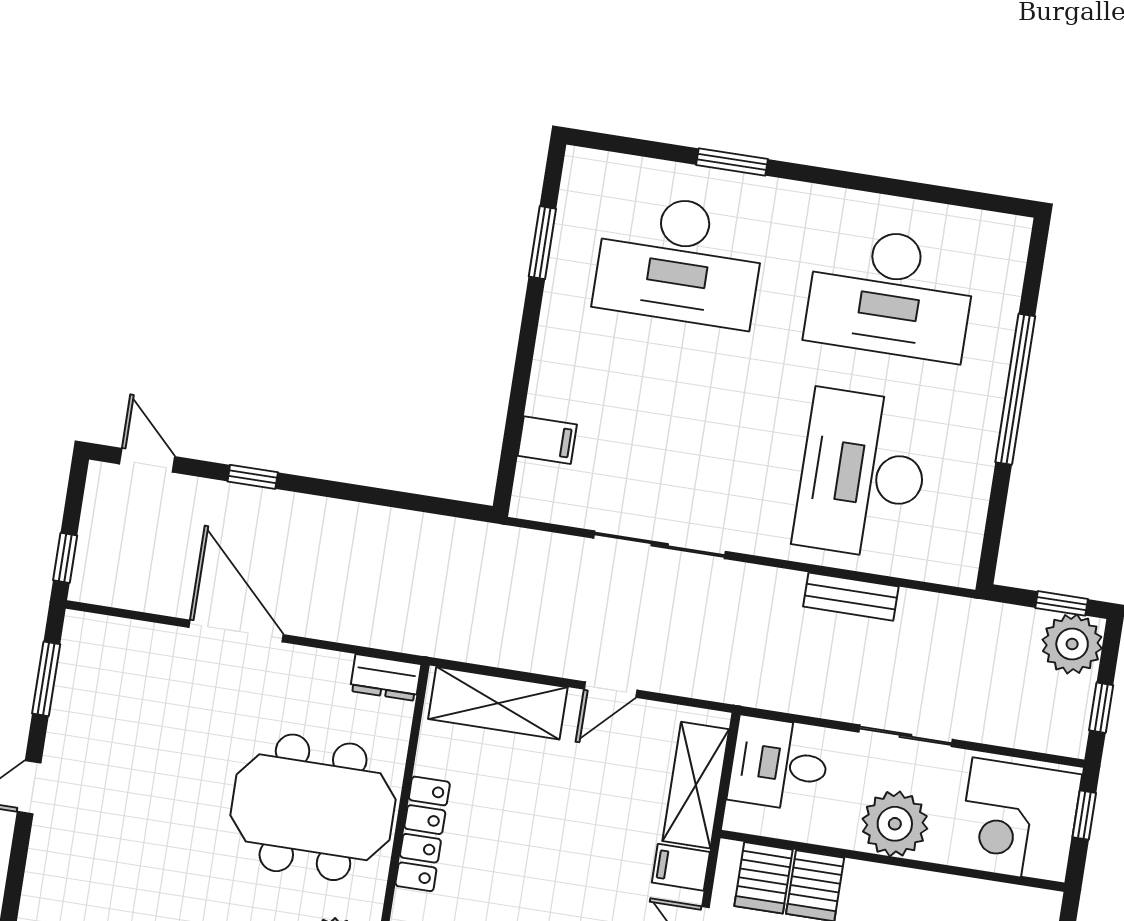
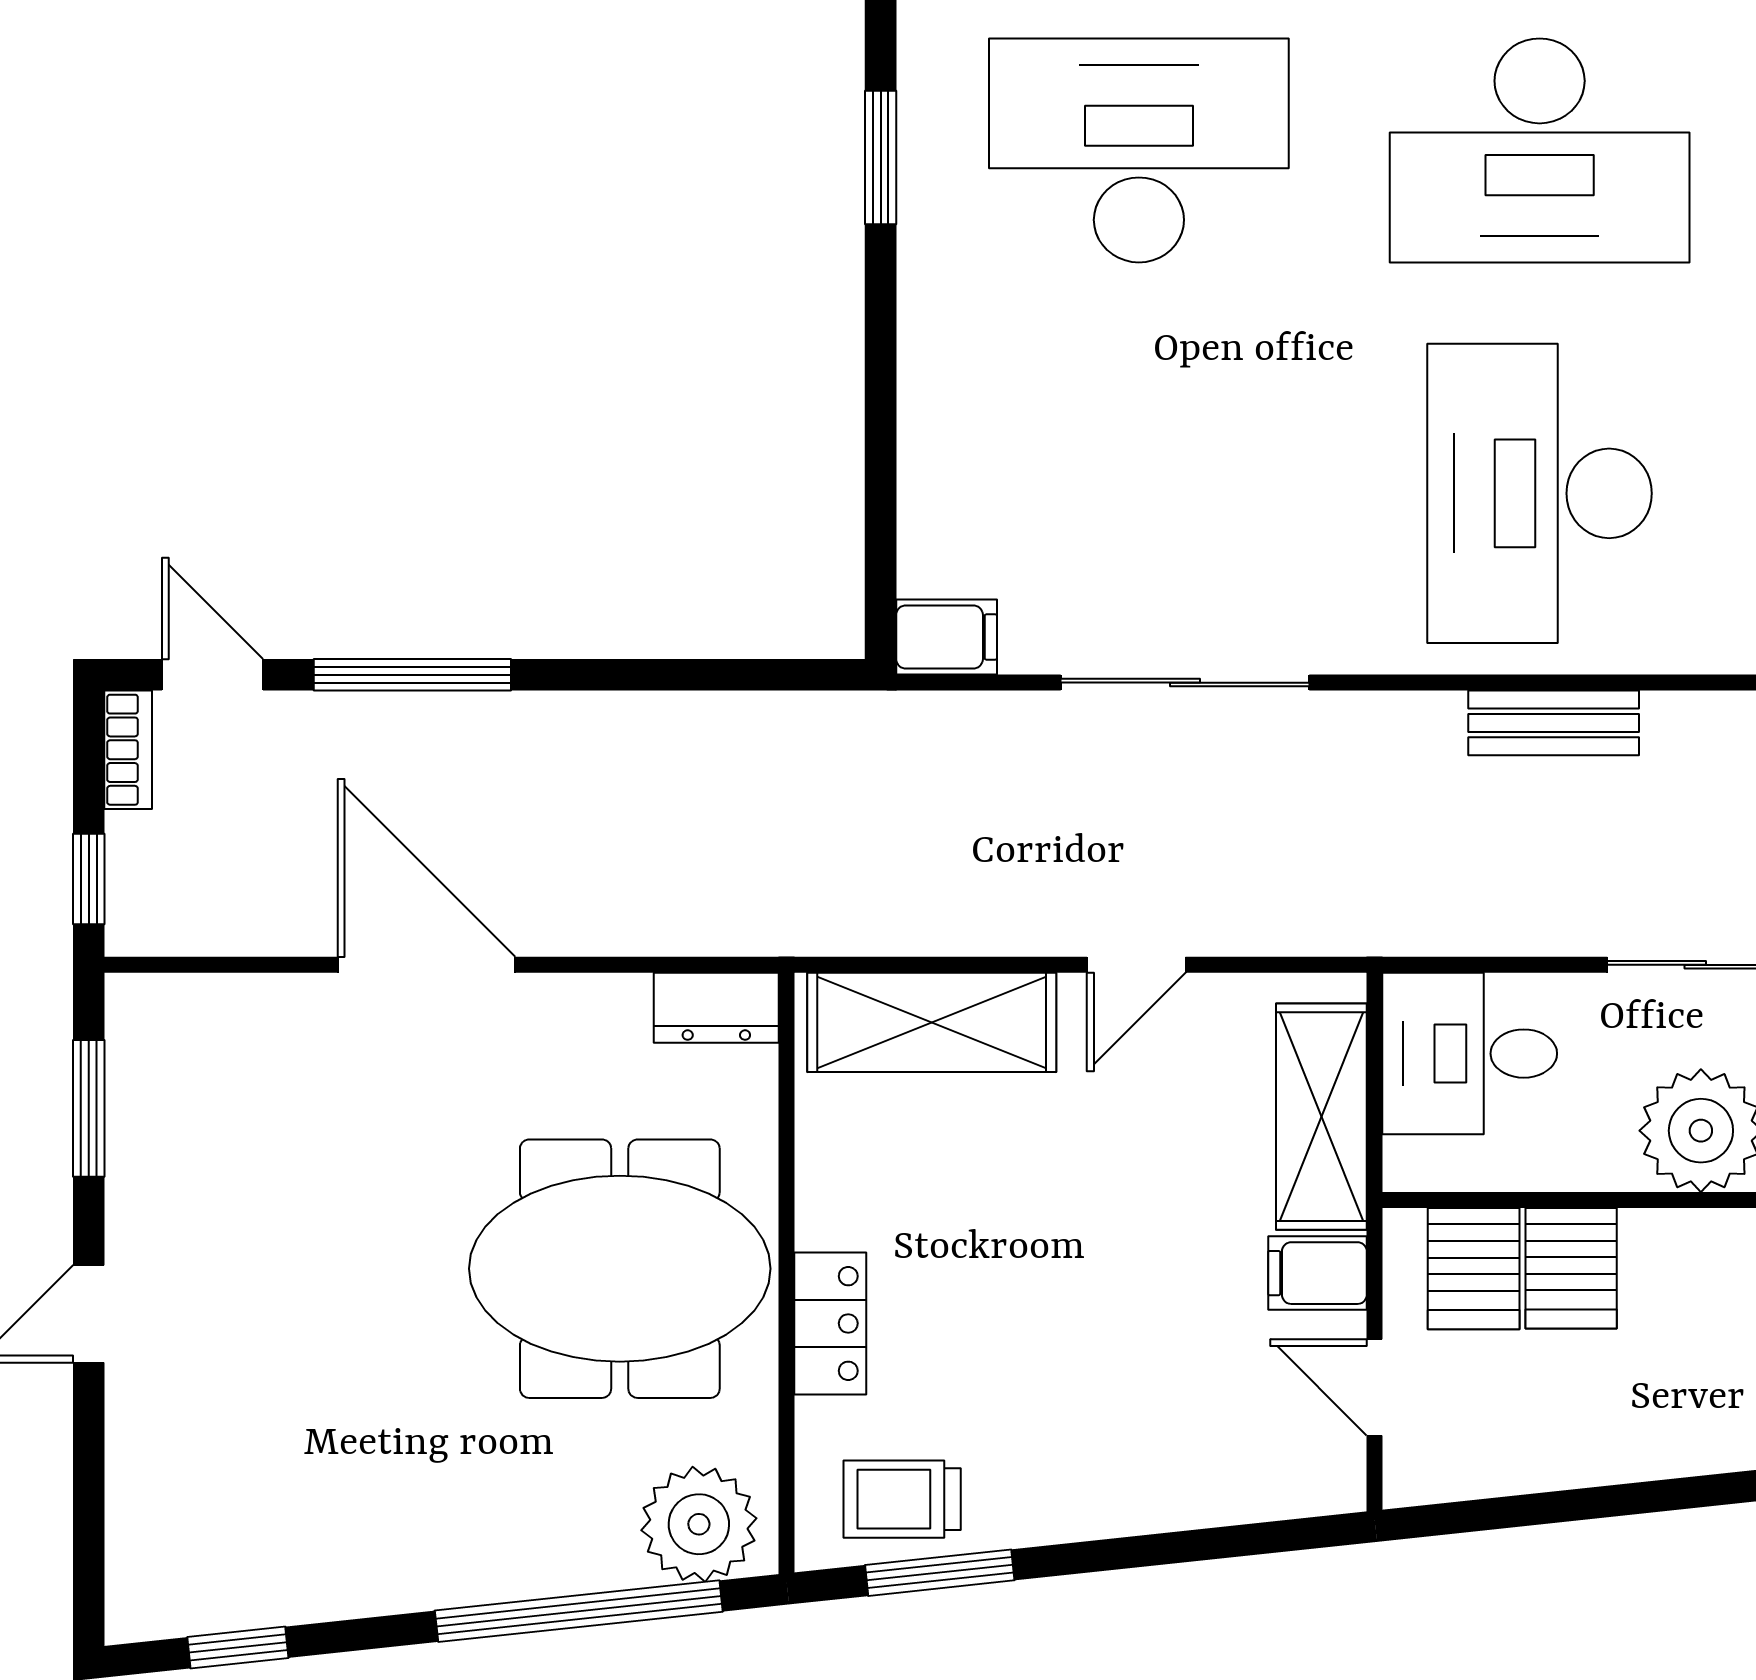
desk: (679, 260) -> (1139, 150), turned 180
filing cabinet: (547, 440) -> (947, 637), moved
window: (253, 477) -> (412, 675), width x2.17
bookcase: (97, 493) -> (128, 750), added
locker: (423, 834) -> (830, 1323), width x0.66

